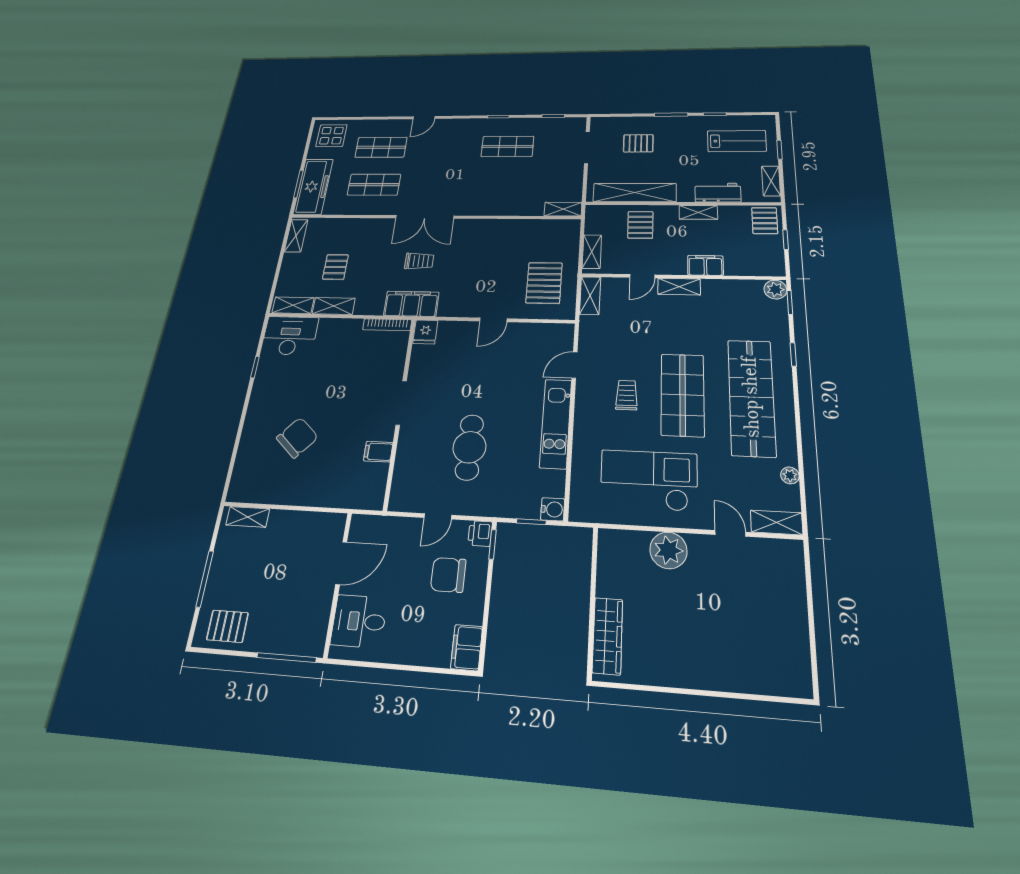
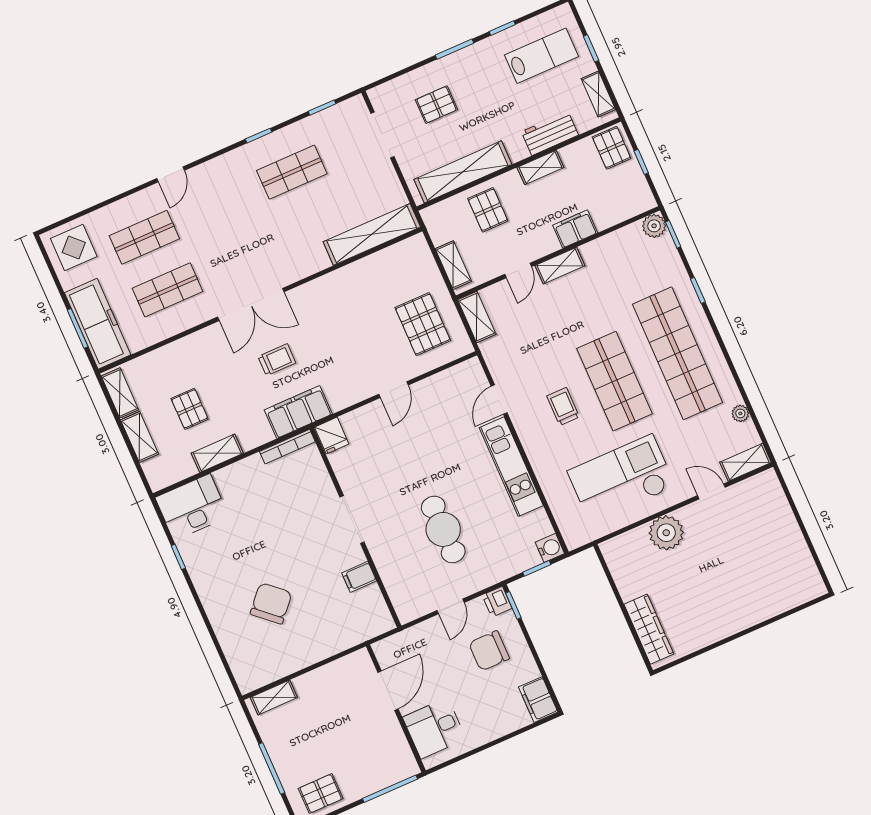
shelving: (563, 209) -> (372, 234), width x2.20, depth x1.33
shelving: (293, 305) -> (139, 437), moved, turned 90

